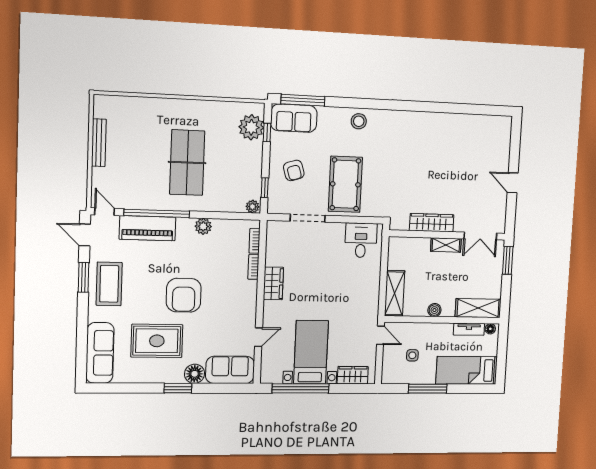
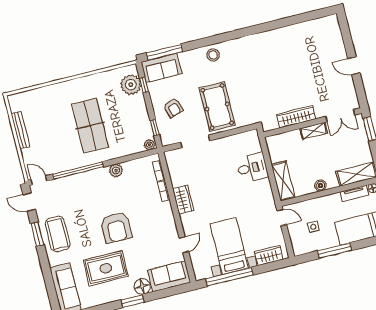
piano: (147, 228) -> (74, 184), removed
desk: (361, 240) -> (252, 168), moved, turned 90

